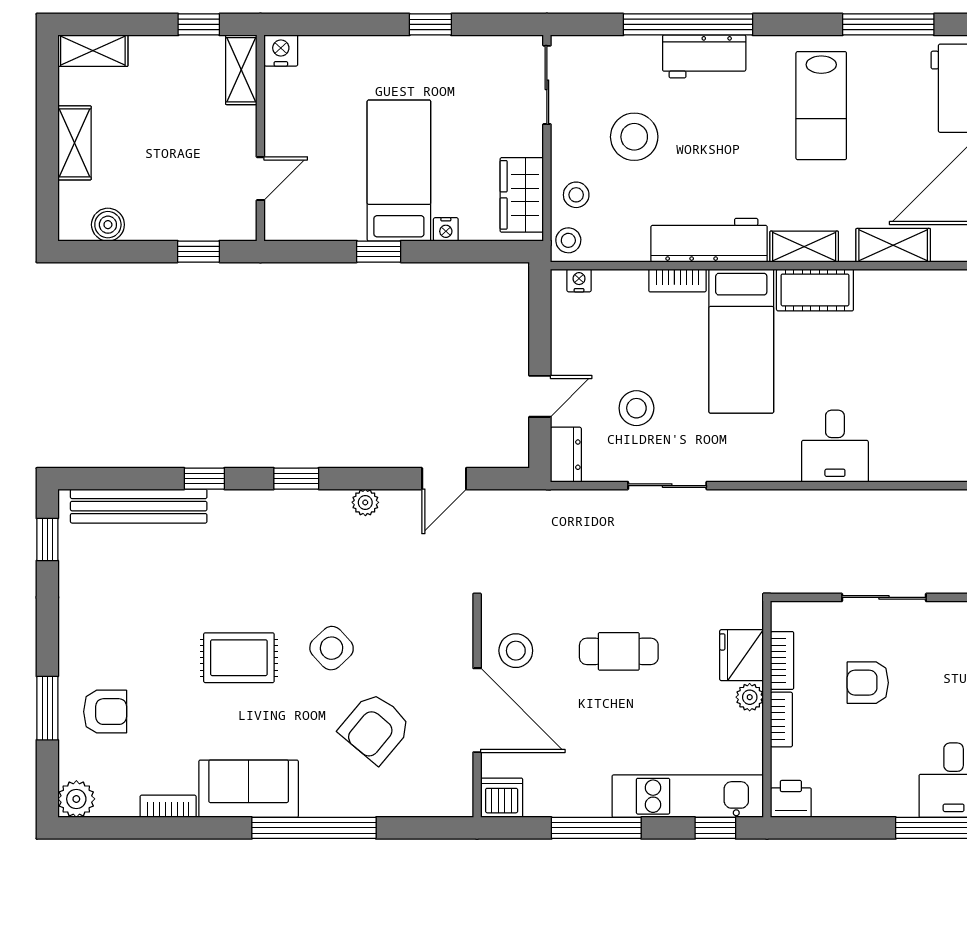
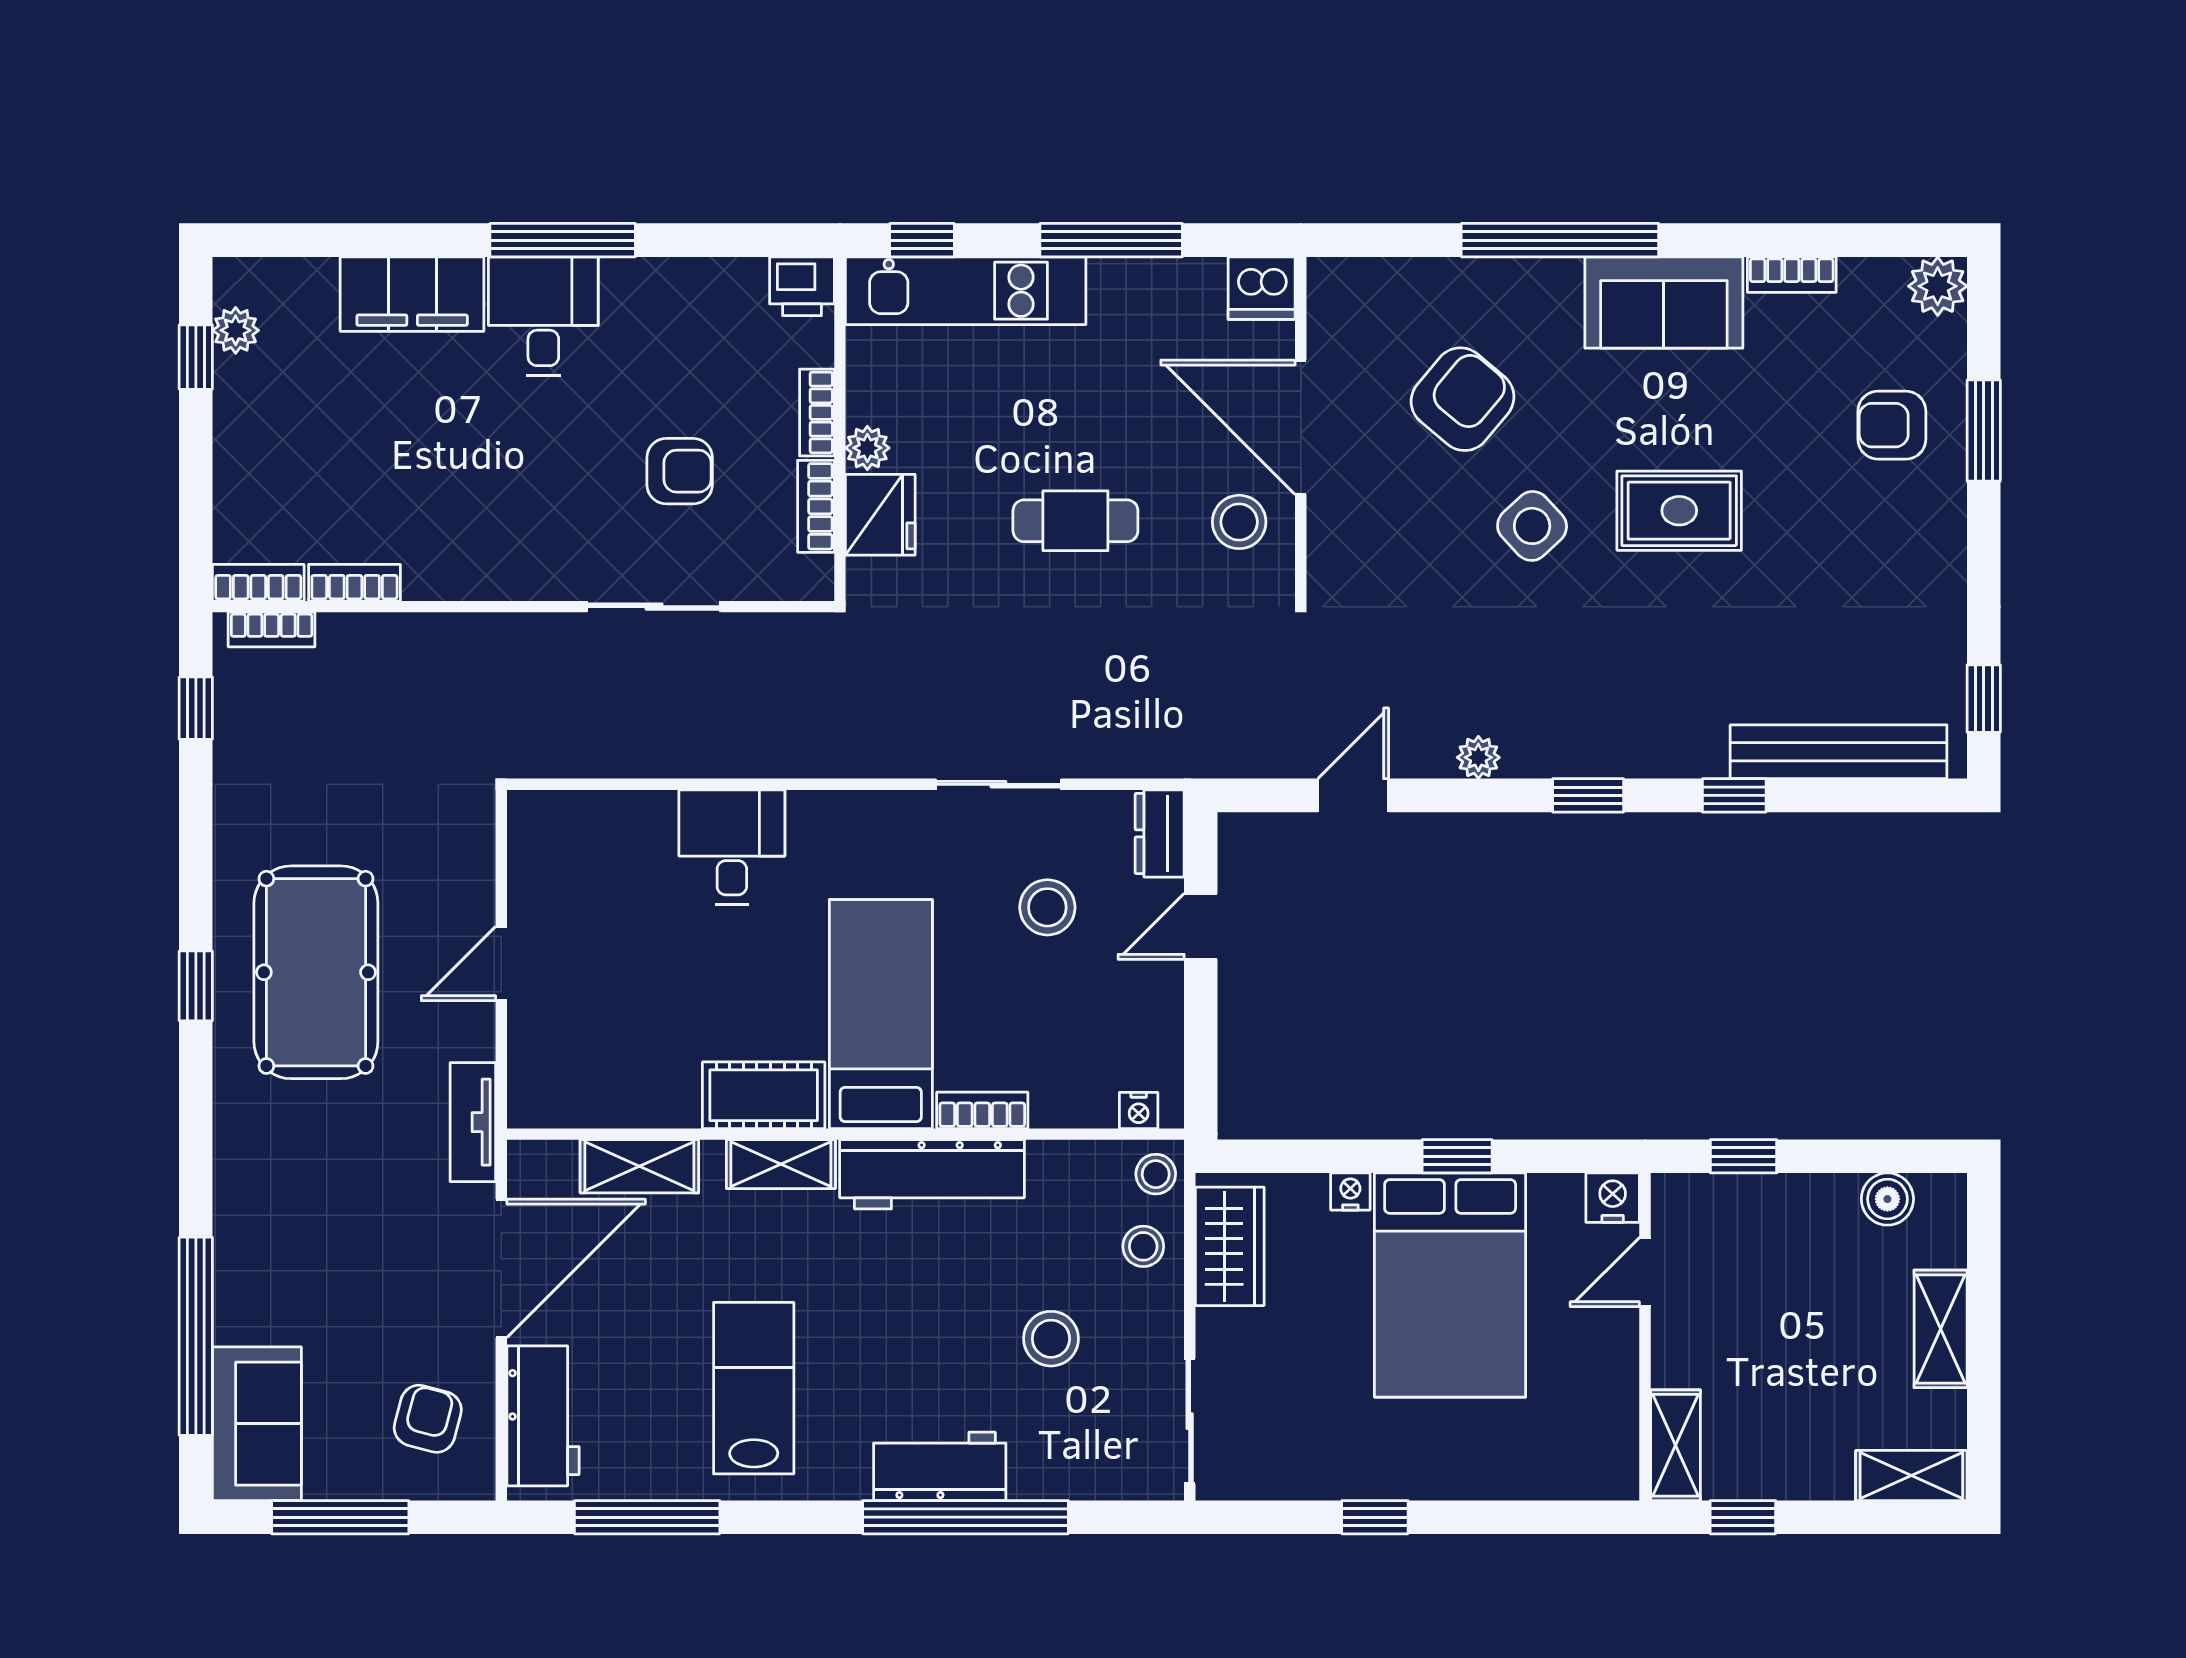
nightstand: (281, 50) -> (1613, 1198), moved, turned 180
stool: (634, 137) -> (1051, 1339), width x0.73, depth x0.73
bed: (399, 171) -> (1450, 1285), width x1.50

